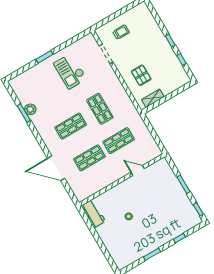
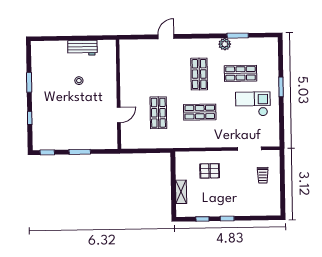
shelving: (153, 98) -> (181, 192), moved
plant: (30, 109) -> (225, 44), moved
shop shelf: (89, 158) -> (241, 73), moved, turned 90
door: (56, 168) -> (166, 37), width x0.53
workbench: (93, 214) -> (82, 48), moved

